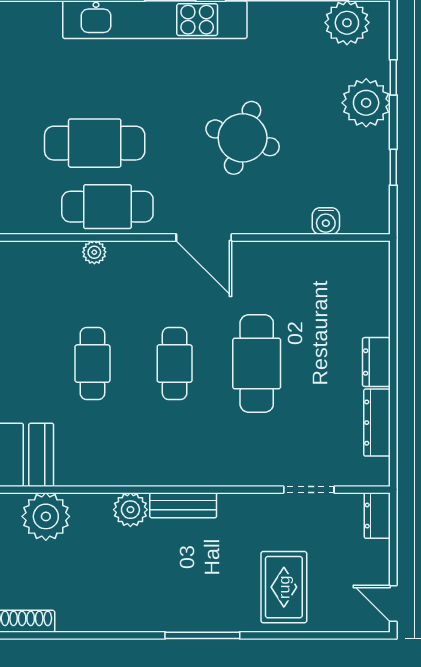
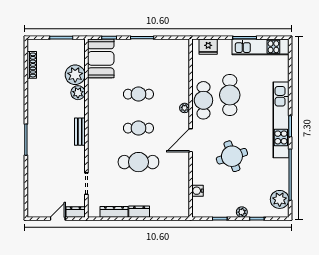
plant: (366, 103) -> (242, 212), width x0.53, depth x0.53
round table: (243, 138) -> (232, 156), turned -36
plant: (94, 252) -> (185, 108), moved
plant: (130, 510) -> (78, 93), moved
rug: (284, 587) -> (46, 173), removed
door: (393, 604) -> (58, 219), moved

